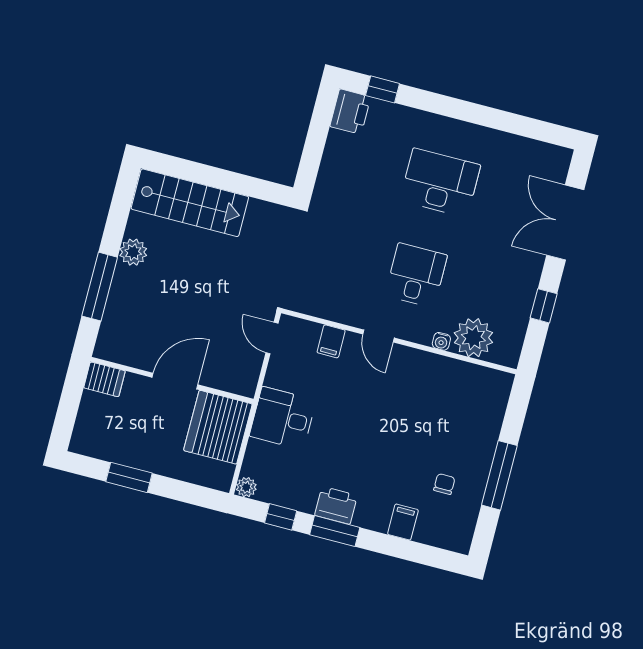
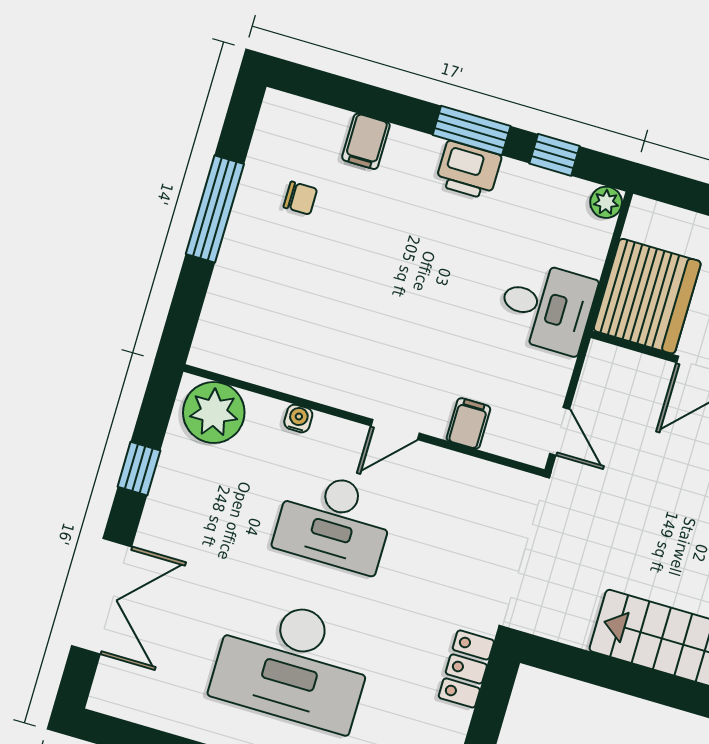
locker: (328, 182) -> (466, 669), added
desk: (440, 183) -> (293, 663), width x1.36, depth x1.30
desk: (416, 275) -> (334, 522), width x1.37
door: (379, 336) -> (395, 429), swing flipped
plant: (473, 338) -> (214, 412), moved
chair: (444, 484) -> (300, 198), turned -90

